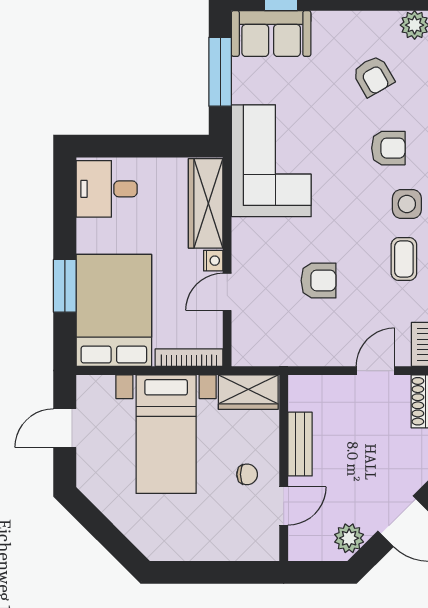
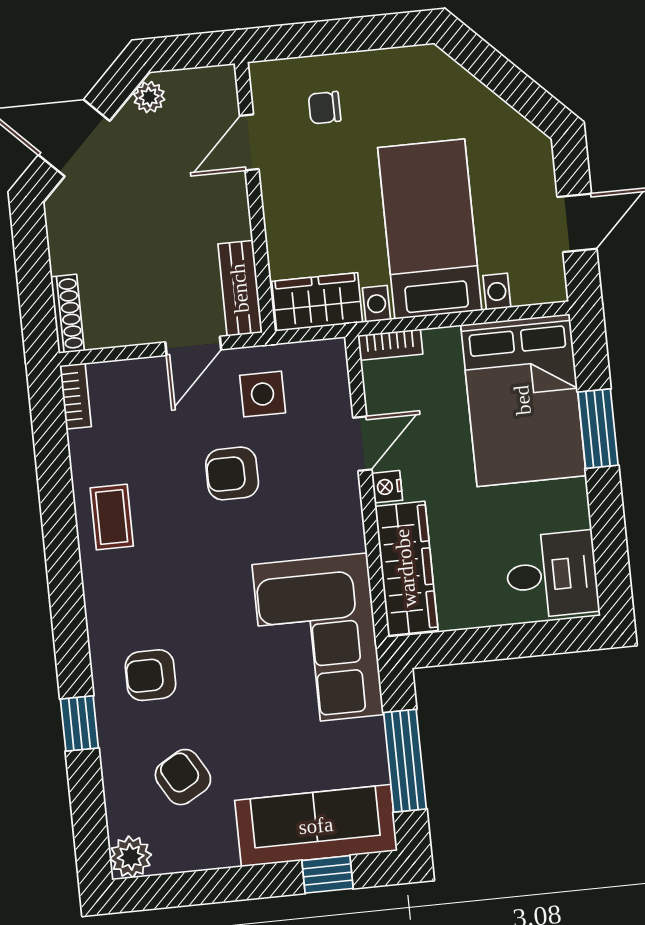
sofa: (271, 34) -> (316, 826), width x1.36
side table: (407, 204) -> (263, 394), moved
bookcase: (189, 358) -> (390, 345), width x0.64
door: (375, 371) -> (193, 346), moved
bench: (300, 444) -> (240, 288), moved
chair: (247, 474) -> (325, 108), moved
plant: (349, 538) -> (149, 97), width x0.73, depth x0.73

